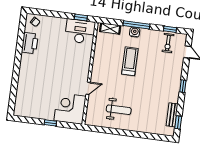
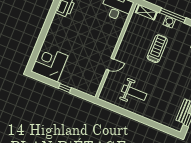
corner desk: (70, 108) -> (49, 64), moved

